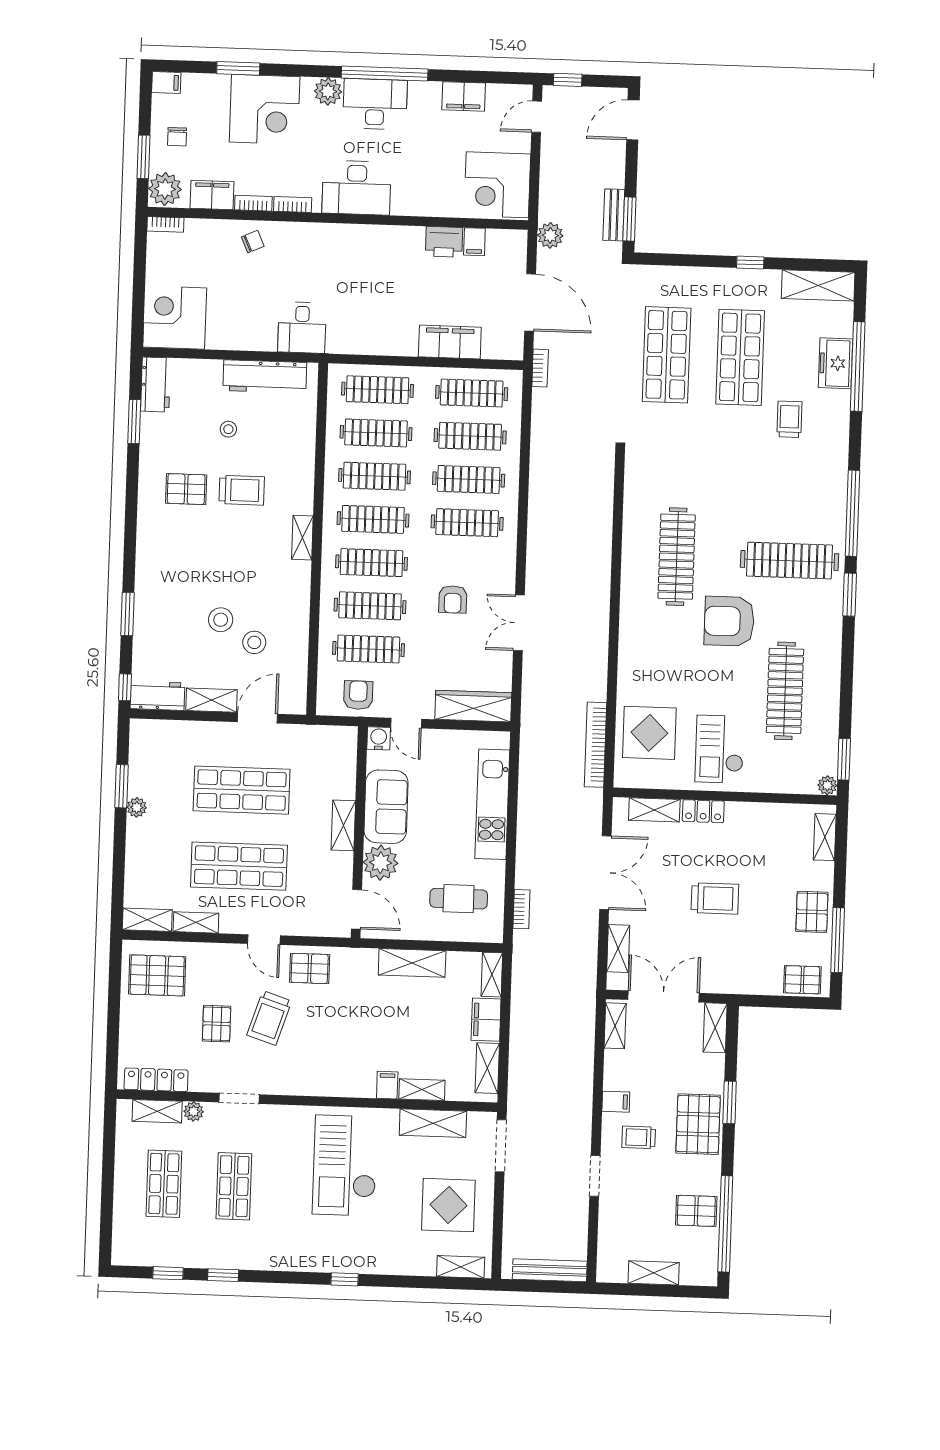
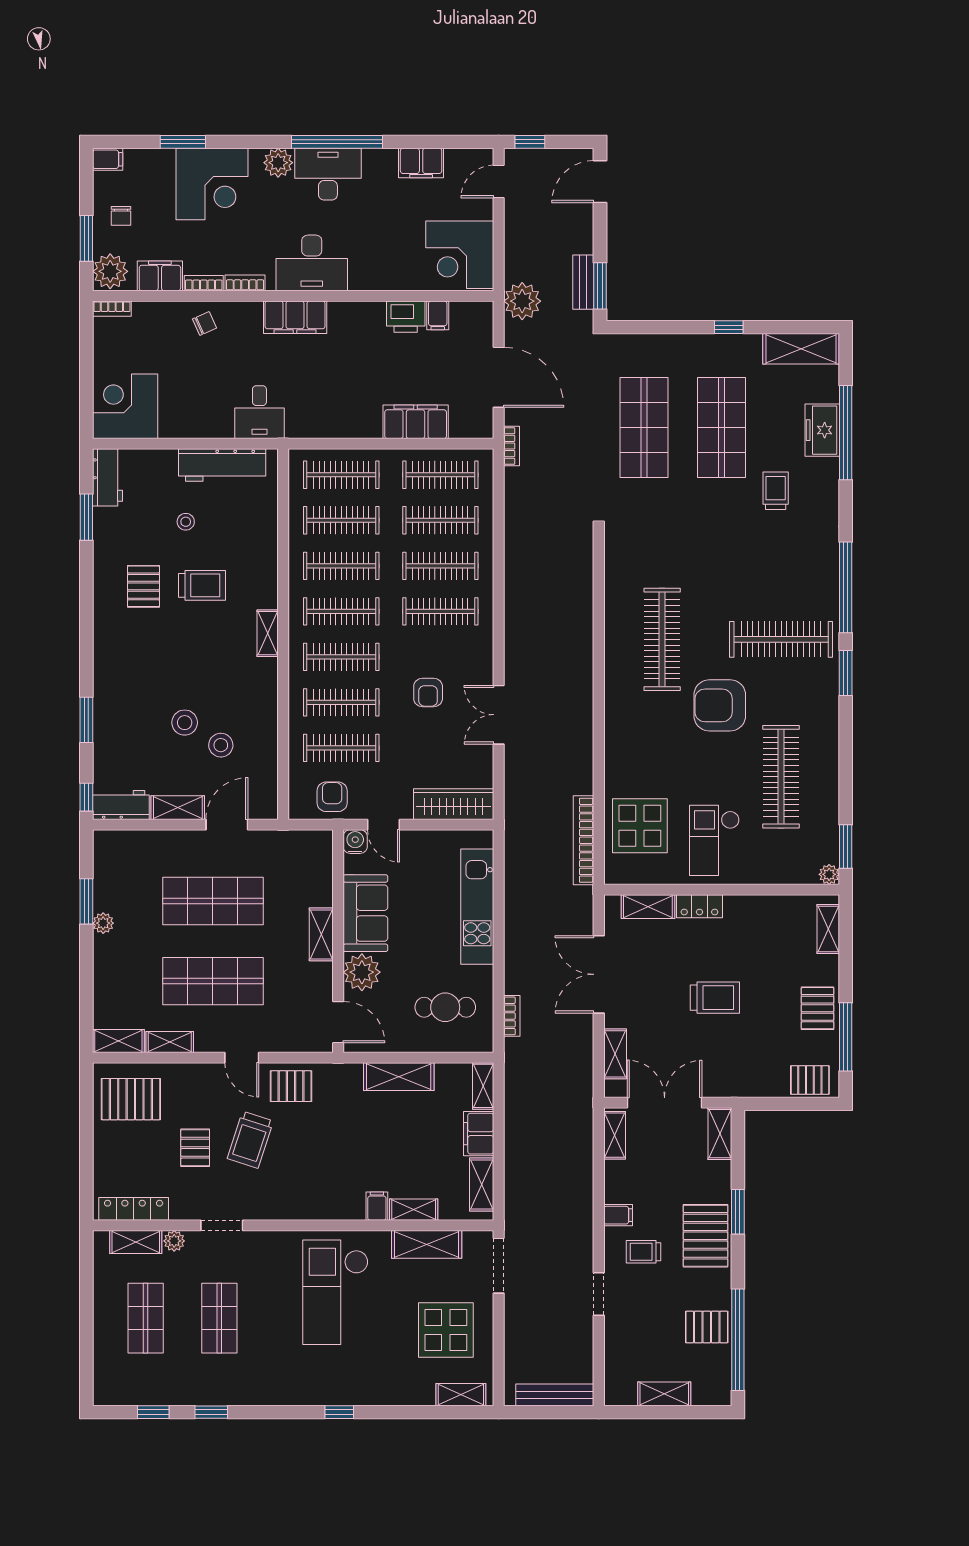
plant: (550, 235) -> (522, 301), width x1.36, depth x1.36
filing cabinet: (339, 239) -> (295, 317), added
pallet: (186, 489) -> (143, 586), turned 90
double door: (605, 873) -> (599, 974), swing flipped

